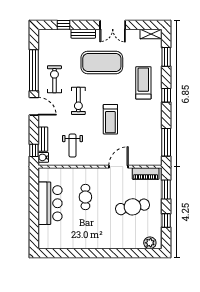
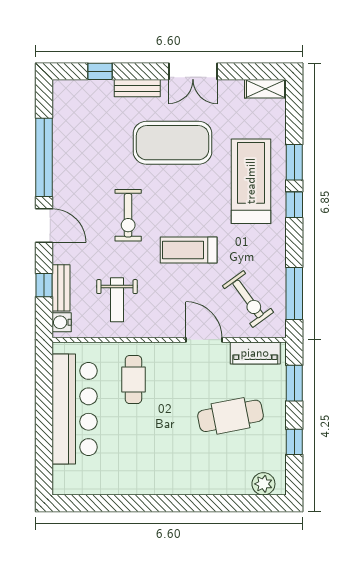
window: (166, 57) -> (294, 162), moved
exercise bike: (54, 79) -> (248, 299), moved, turned 144
treadmill: (143, 83) -> (251, 181), width x1.37, depth x1.38
treadmill: (110, 119) -> (189, 250), turned 90
window: (34, 150) -> (44, 285), moved
door: (118, 167) -> (204, 340), hinge flipped
cafe table: (85, 197) -> (133, 380), moved
bar counter: (50, 203) -> (75, 409), width x1.36

